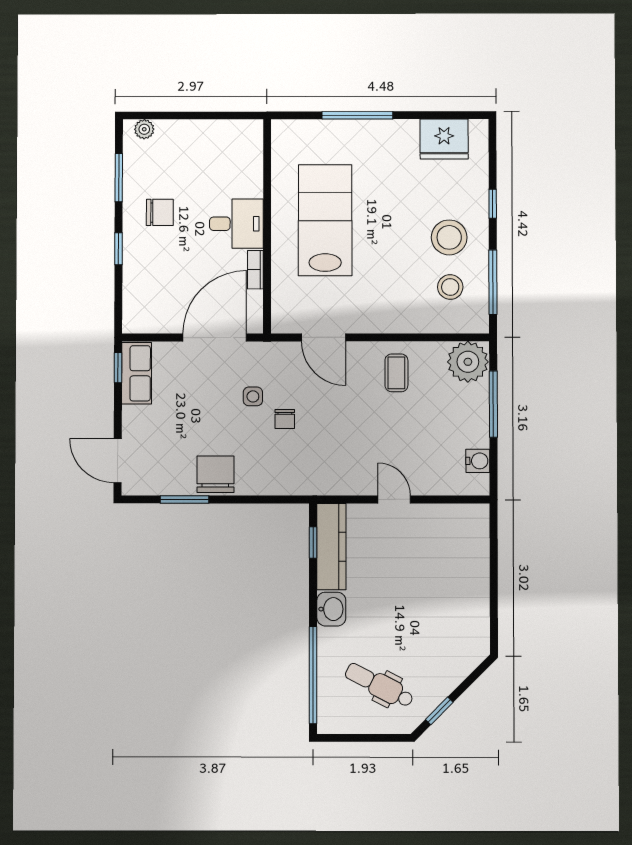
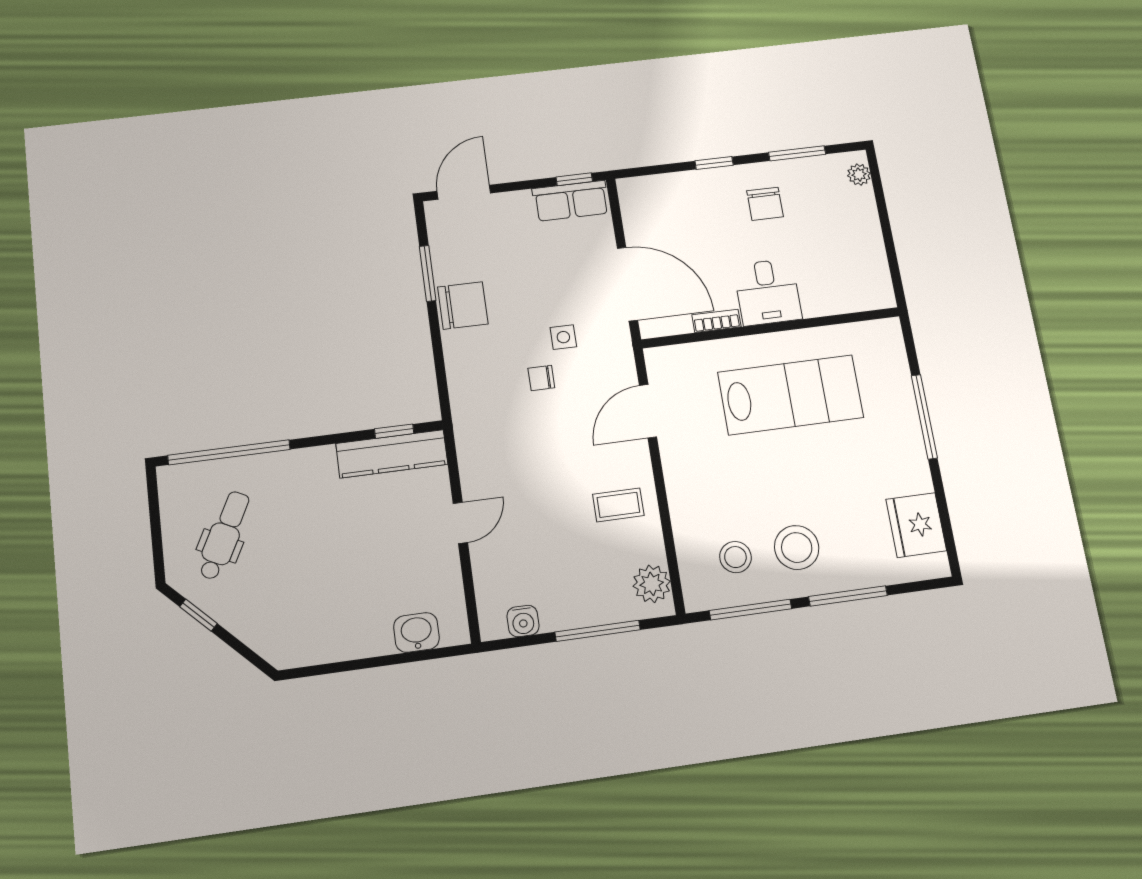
window: (493, 204) -> (848, 596), width x2.17
plant: (468, 362) -> (652, 584), width x0.73, depth x0.73
washbasin: (331, 609) -> (416, 632), moved, turned 180

